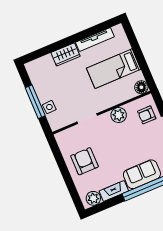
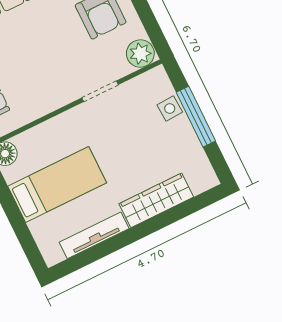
wardrobe: (66, 54) -> (156, 200), width x1.50
plant: (119, 115) -> (140, 54), moved

